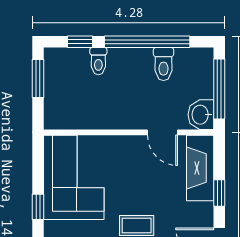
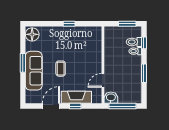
window: (147, 42) -> (144, 73), width x0.47
toilet: (163, 64) -> (134, 42), moved
fireplace: (200, 168) -> (76, 97), moved
corner sofa: (74, 177) -> (82, 40), removed

